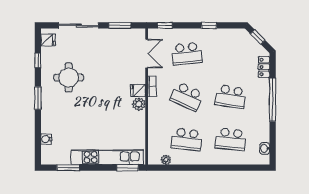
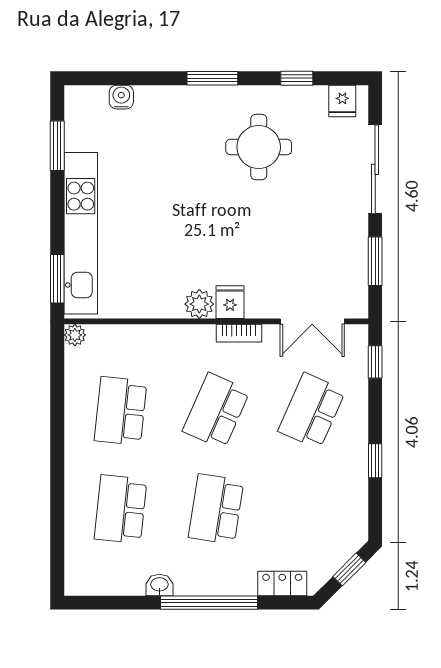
school desk: (187, 54) -> (312, 411), turned 30
washbasin: (265, 148) -> (159, 585), moved
plant: (166, 160) -> (75, 335), moved

